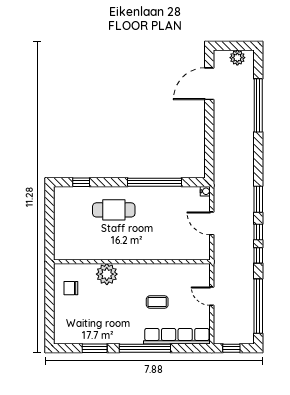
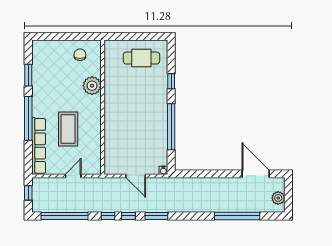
window: (81, 182) -> (171, 81), moved
cafe table: (114, 210) -> (141, 58), moved, turned 90
door: (212, 223) -> (136, 176), swing flipped
coffee table: (157, 302) -> (68, 129), width x1.86, depth x1.72

